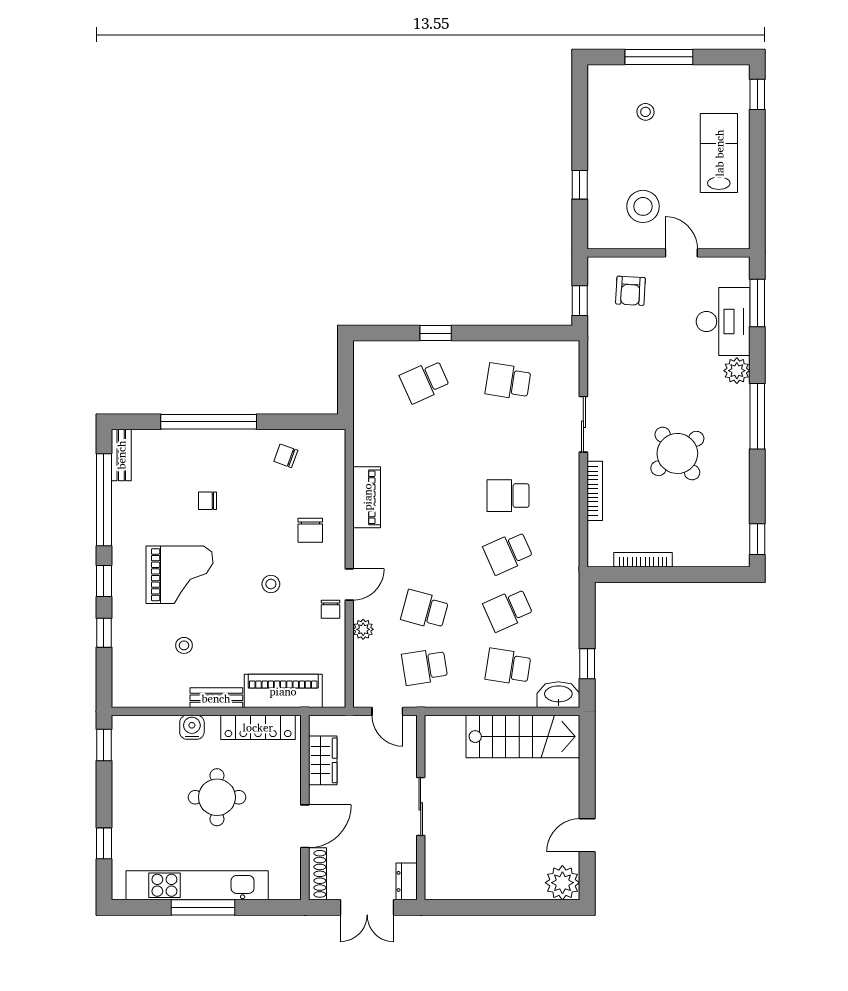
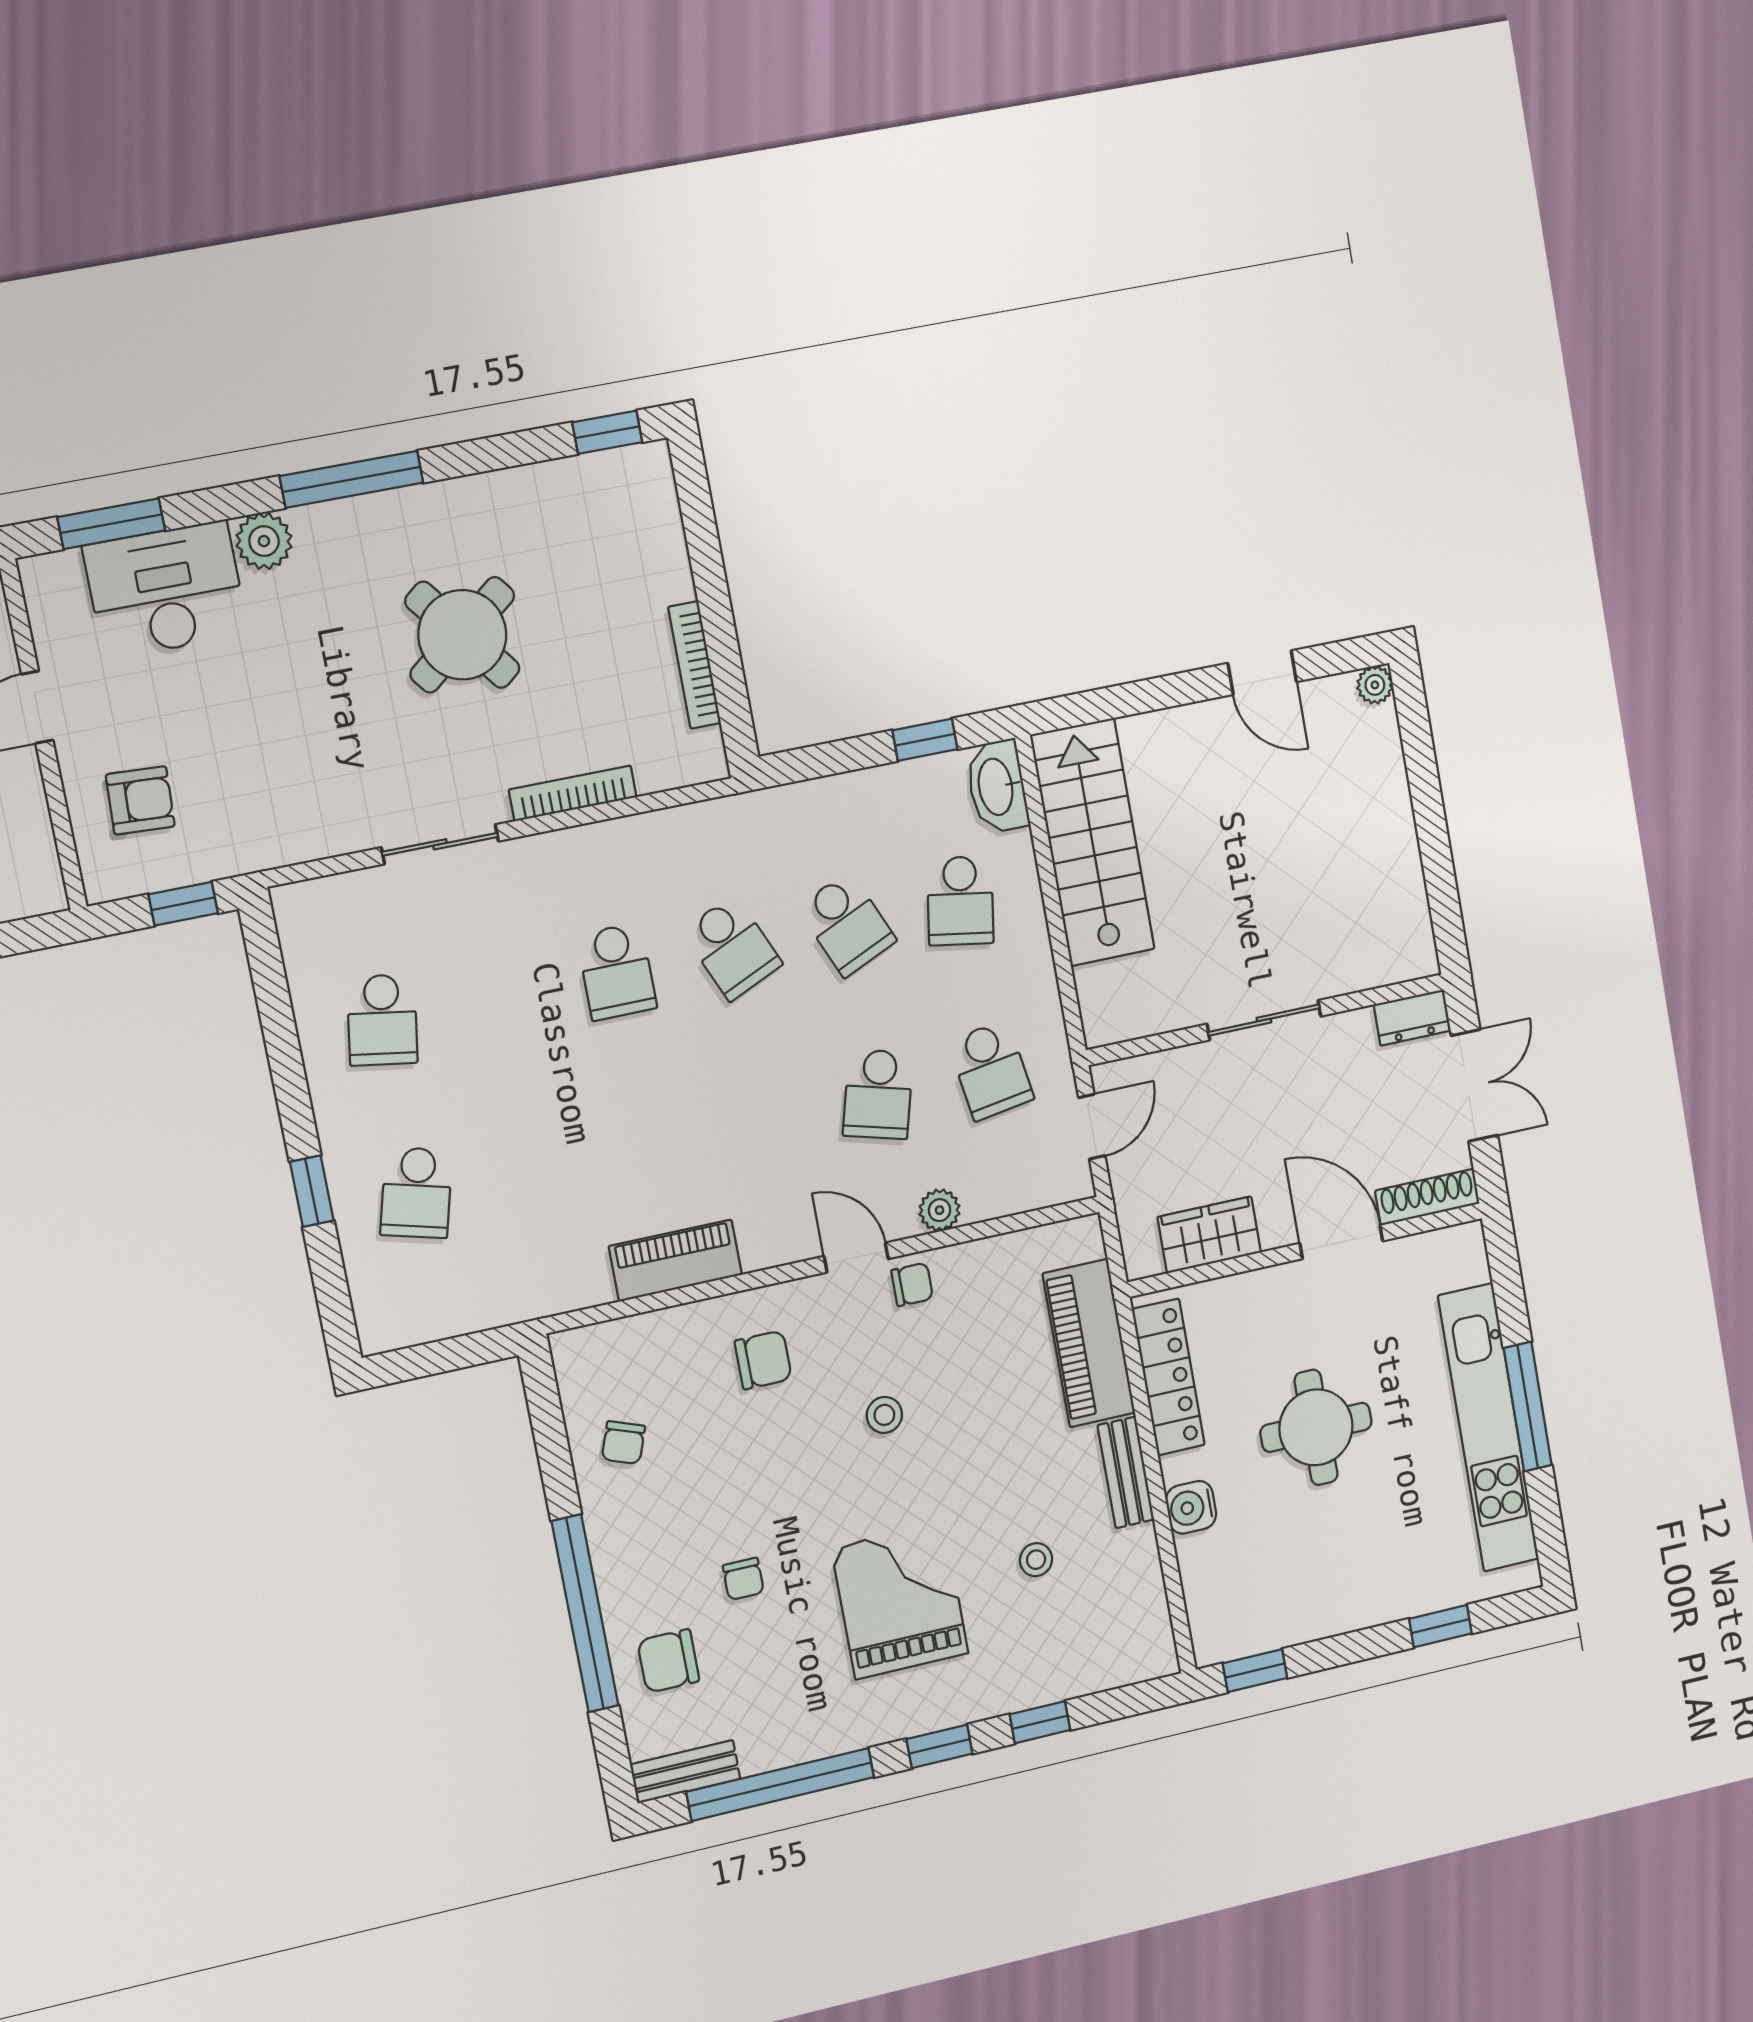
school desk: (425, 381) -> (416, 1193), turned 39
chair: (177, 457) -> (668, 1661), added
plant: (562, 883) -> (1375, 685), width x0.53, depth x0.53

